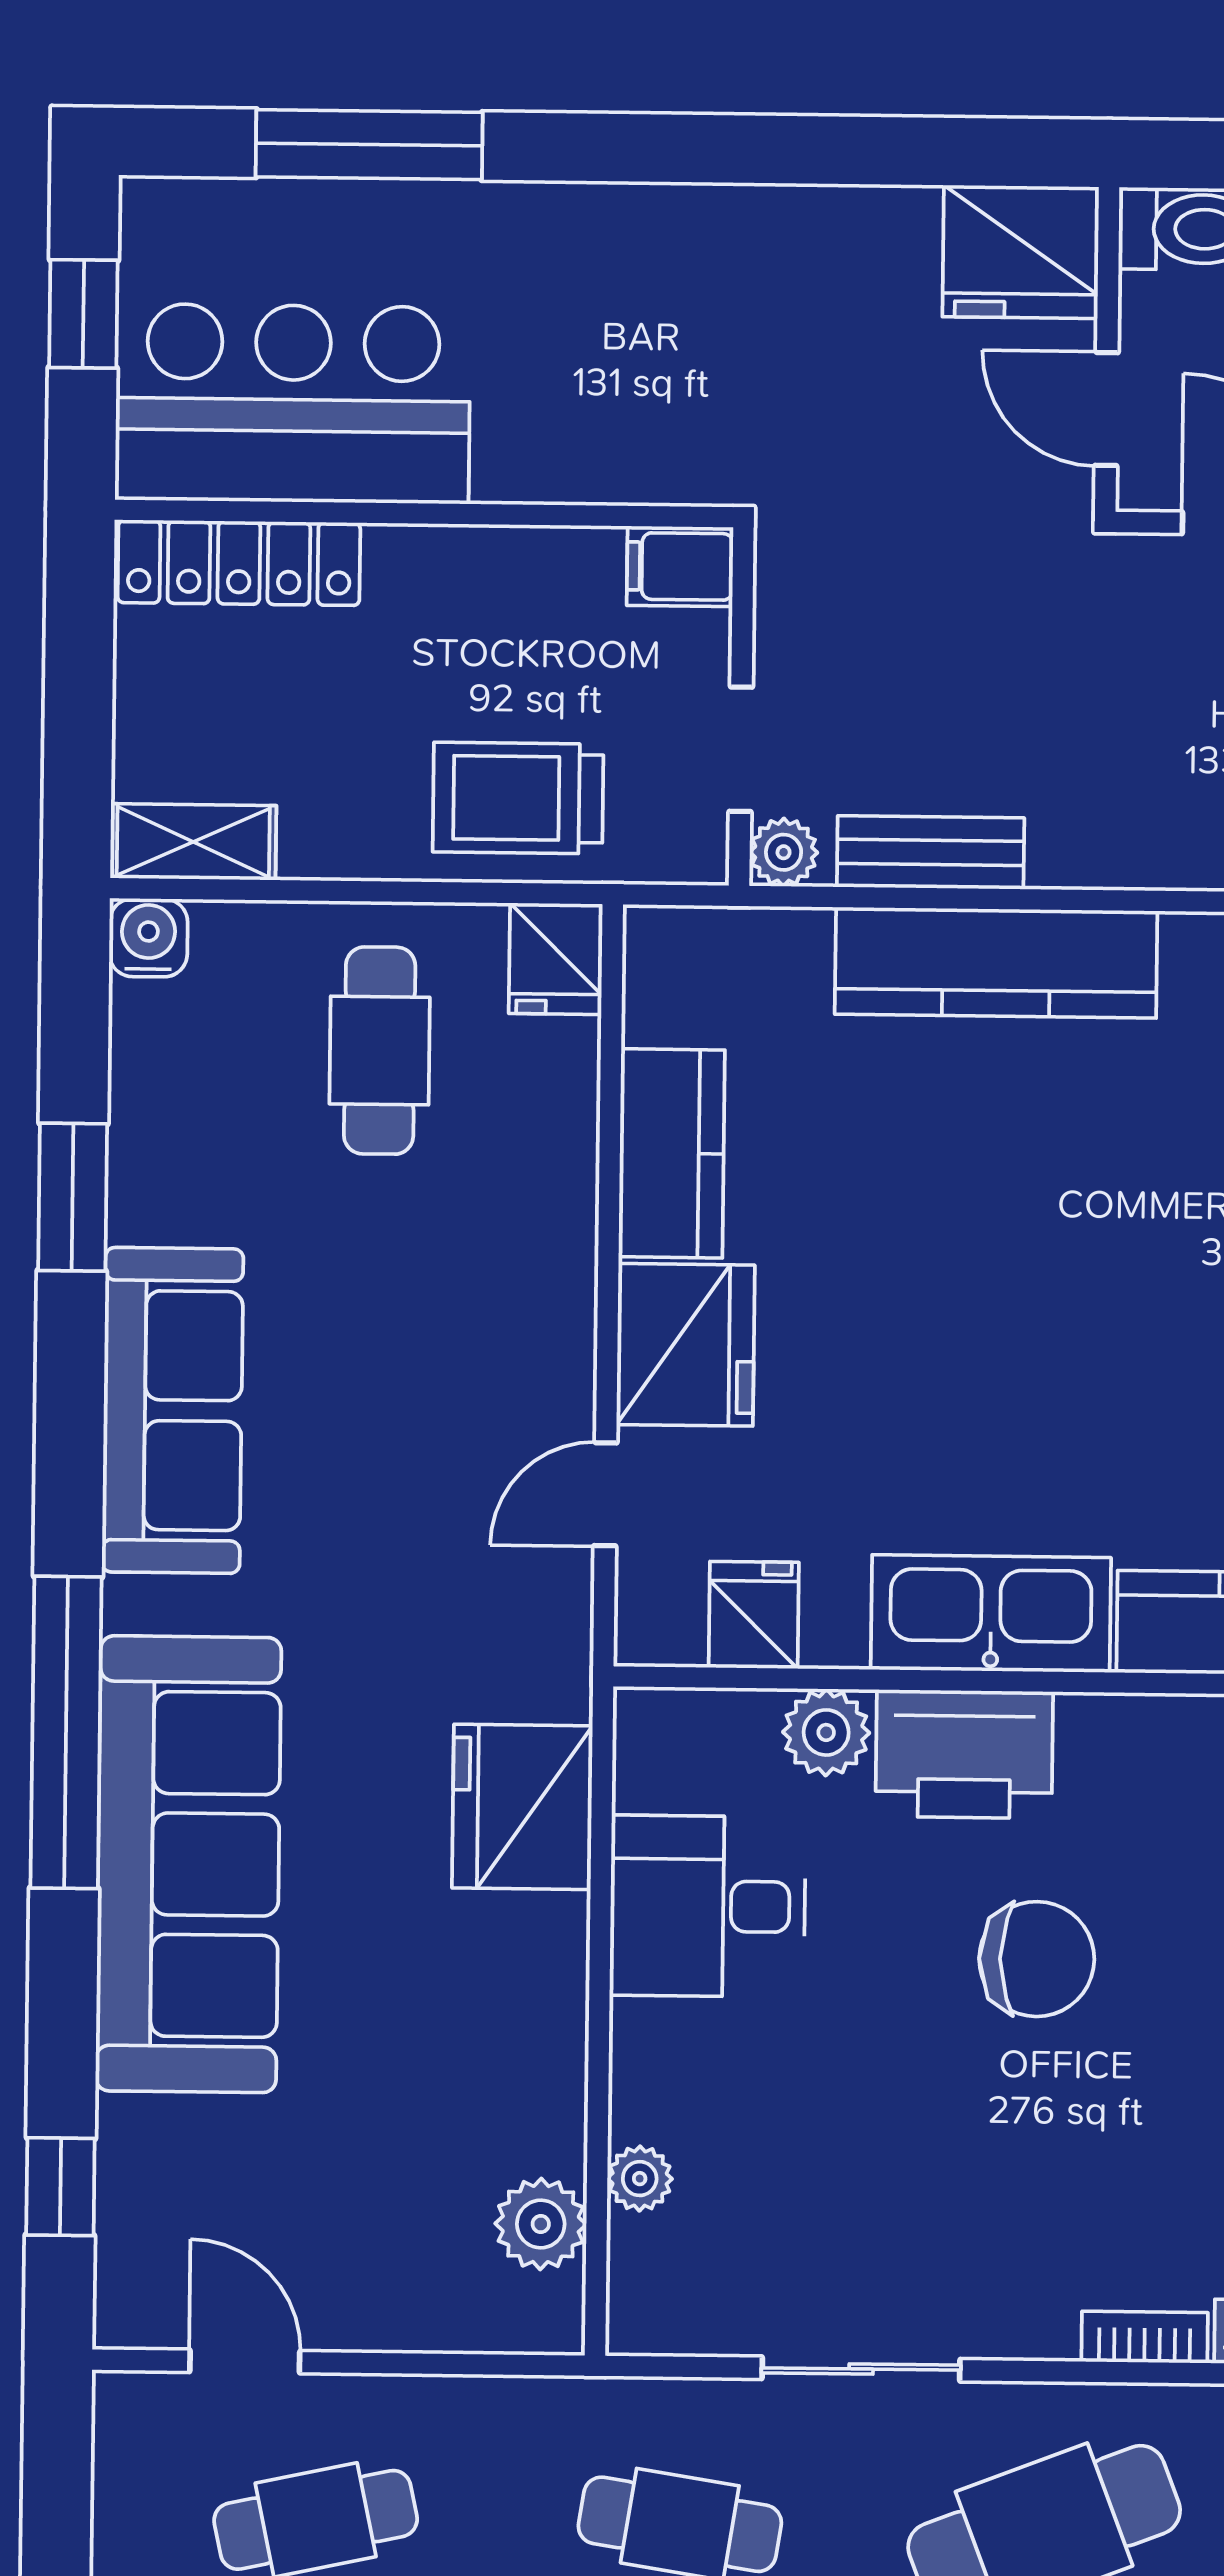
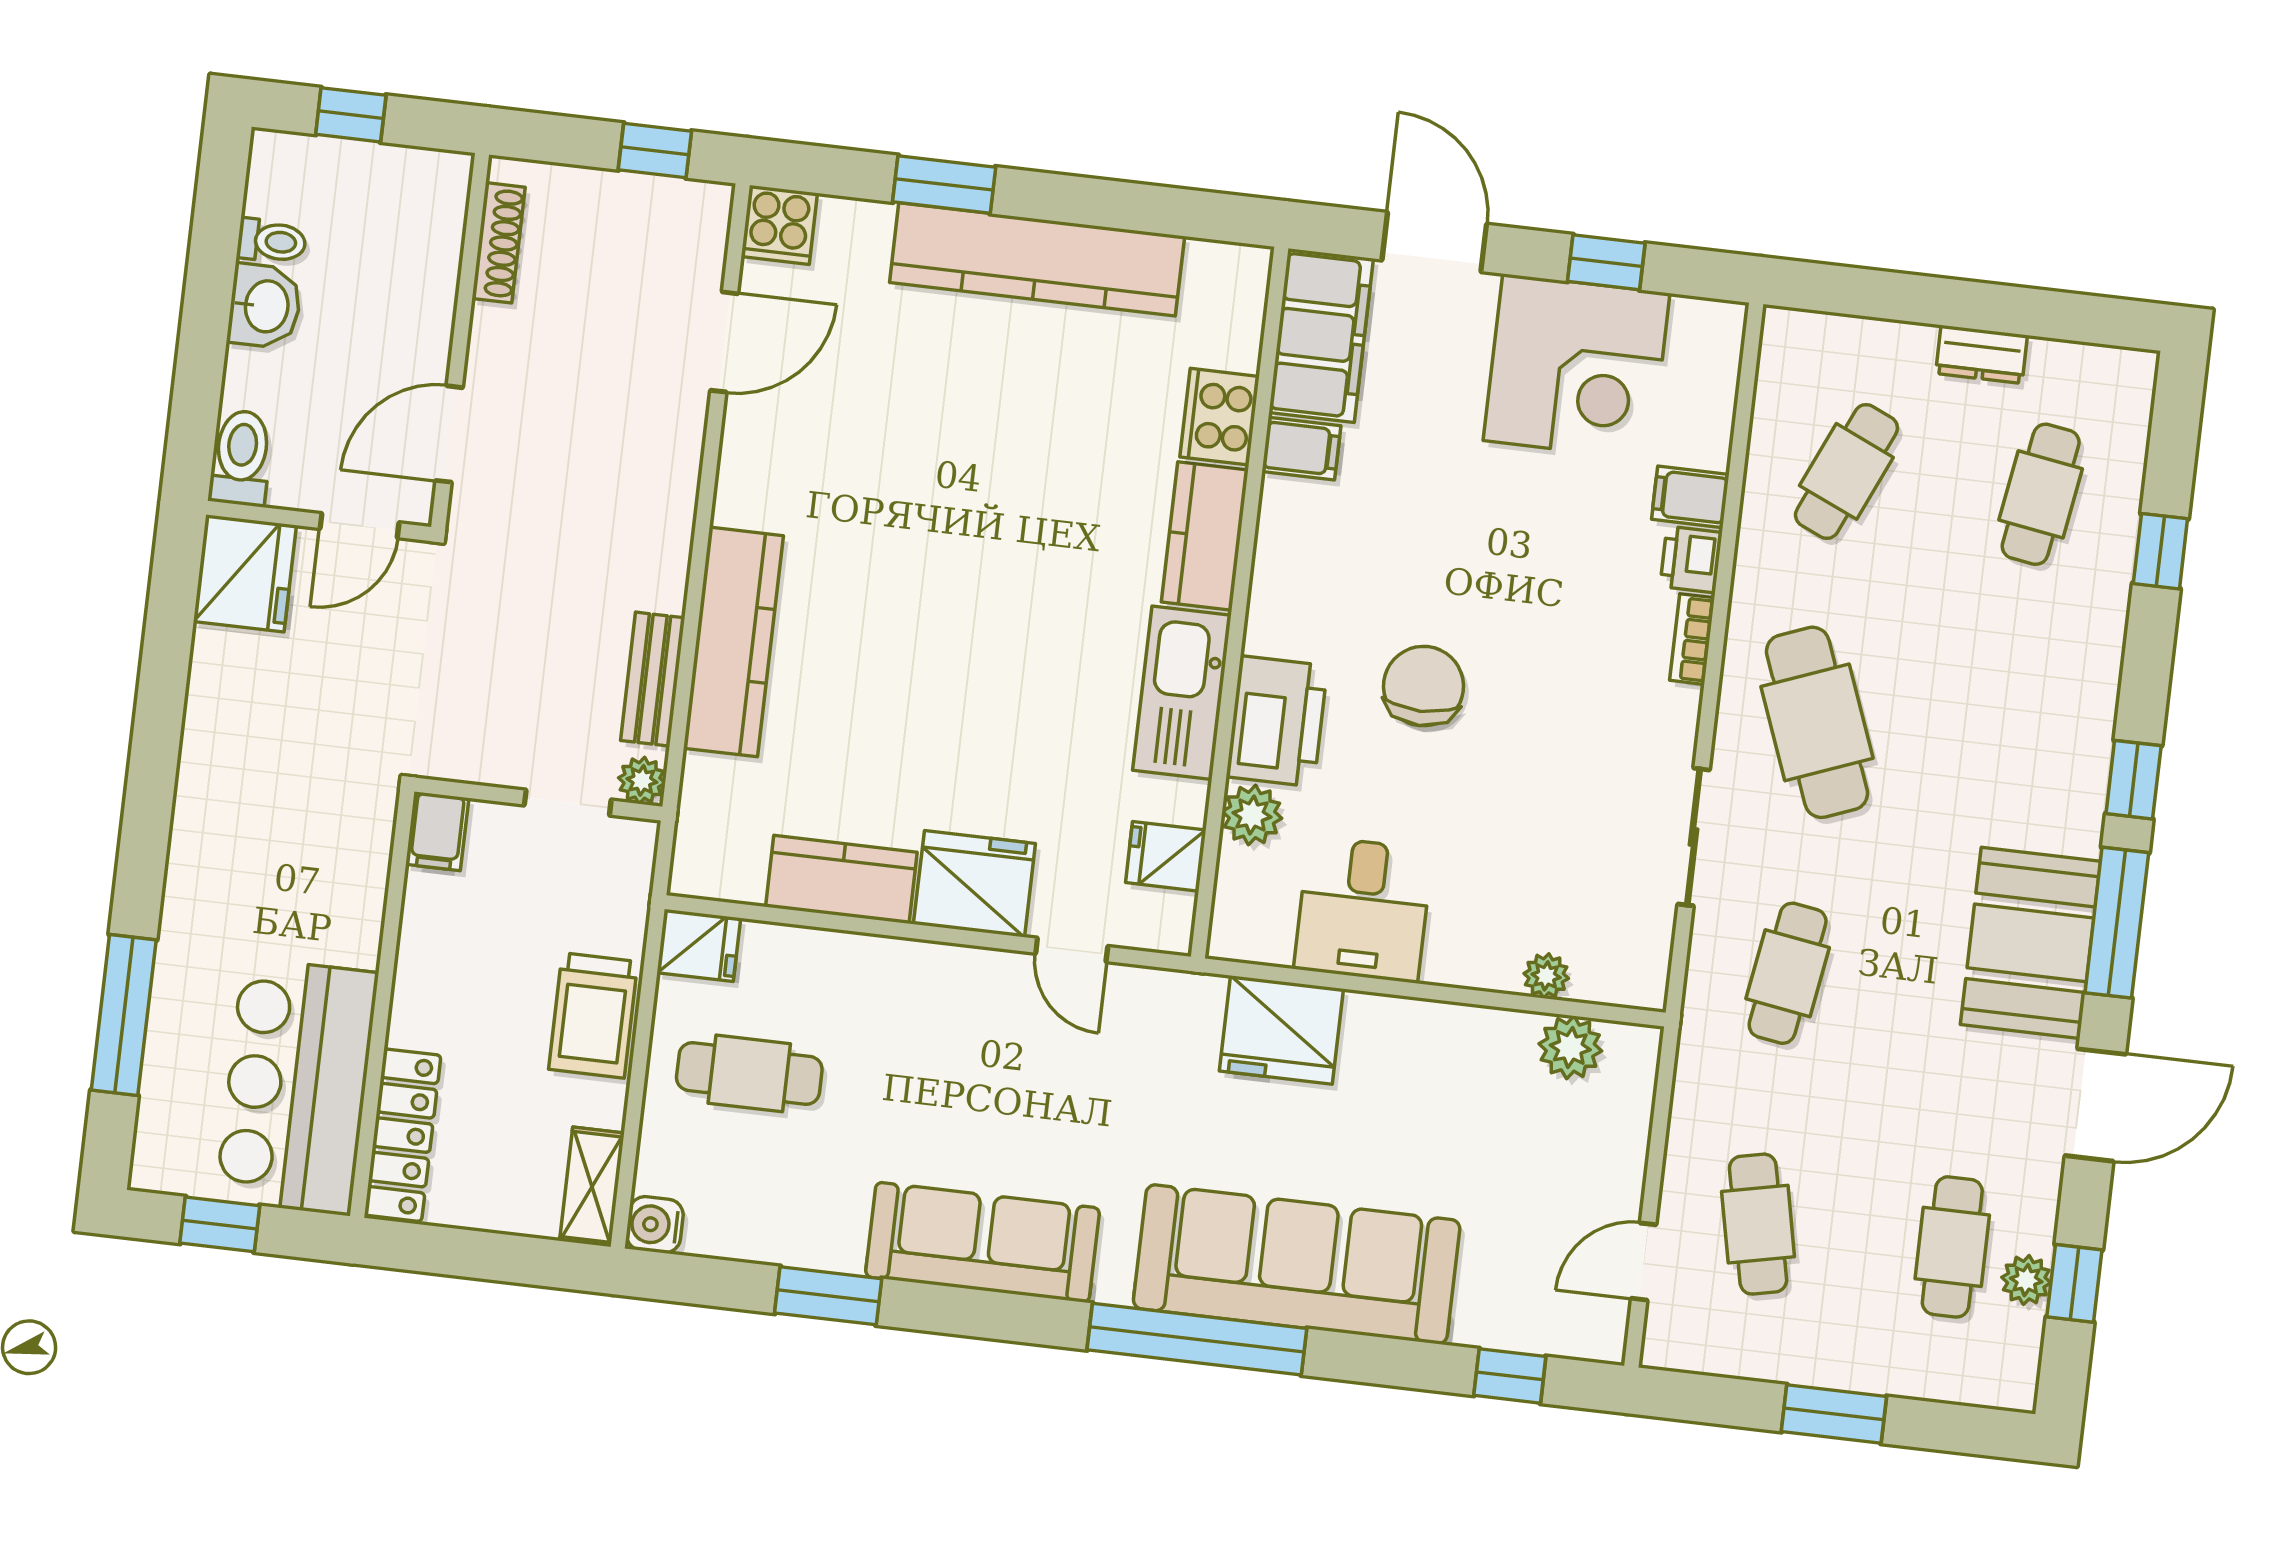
trolley: (518, 798) -> (593, 1015), moved

